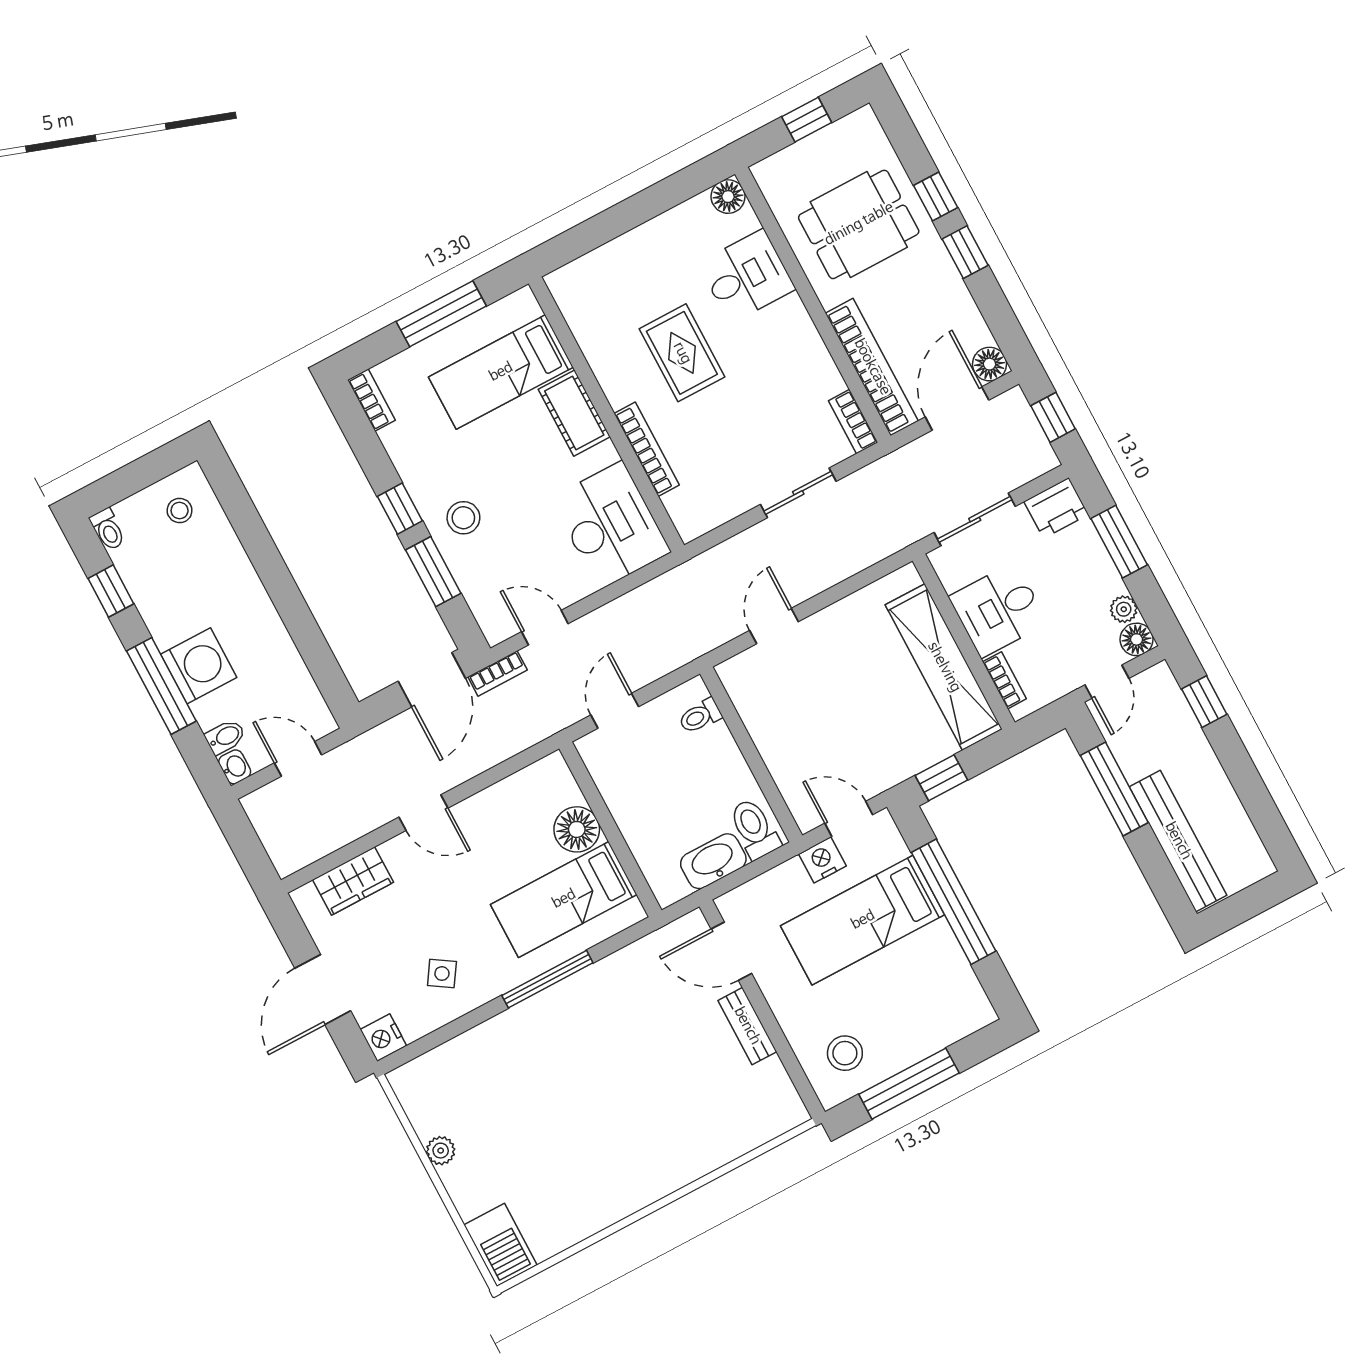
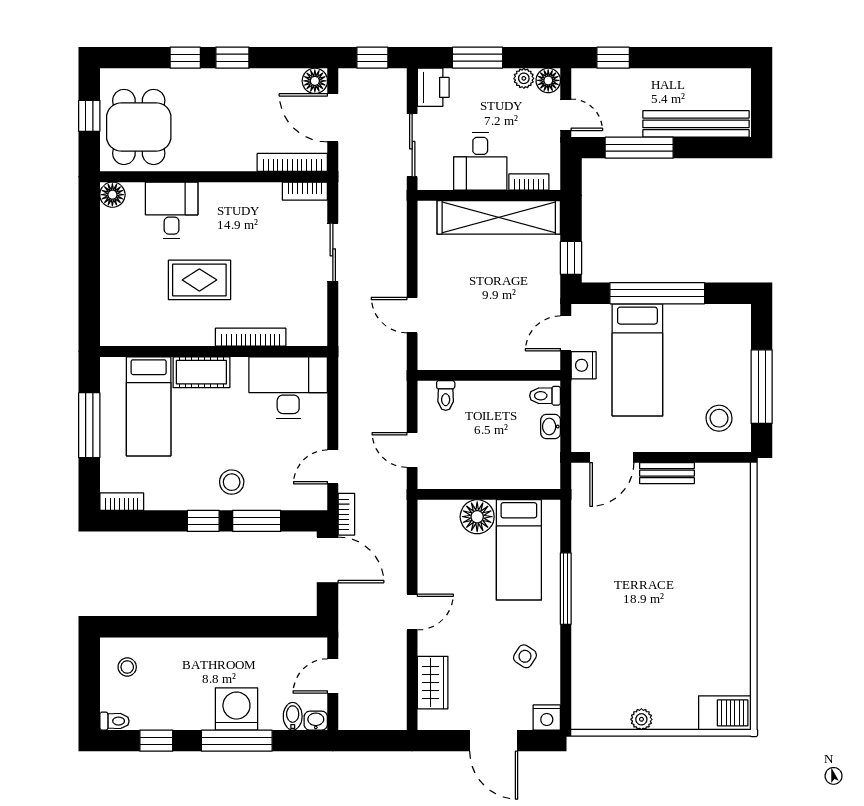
dining table: (859, 224) -> (139, 127), moved
bookcase: (872, 367) -> (292, 162), width x0.68, depth x0.76
toilet: (754, 829) -> (545, 396), width x0.73, depth x0.72
washbasin: (713, 861) -> (551, 427), width x0.52, depth x0.69

